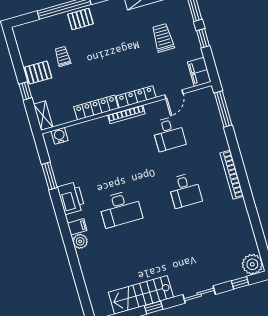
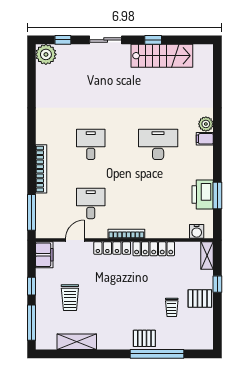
bookcase: (232, 175) -> (41, 169), moved
printer: (71, 198) -> (203, 194), moved

